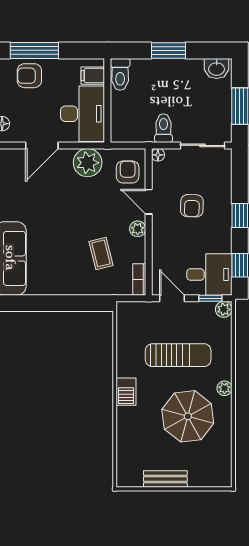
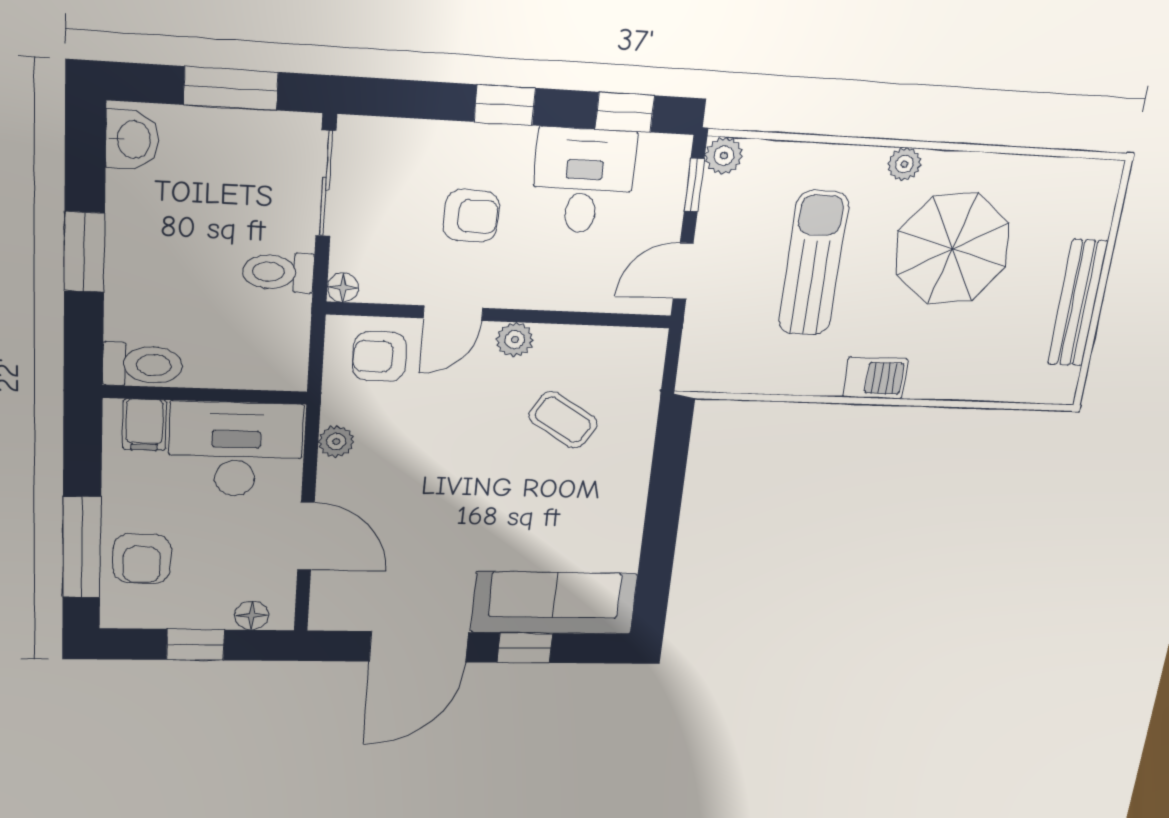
plant: (88, 163) -> (336, 442), width x0.53, depth x0.53
coffee table: (101, 253) -> (563, 420), turned 46
desk: (209, 275) -> (583, 181), moved
bookcase: (139, 279) -> (631, 341), removed
bench: (165, 479) -> (1078, 303), width x1.36

